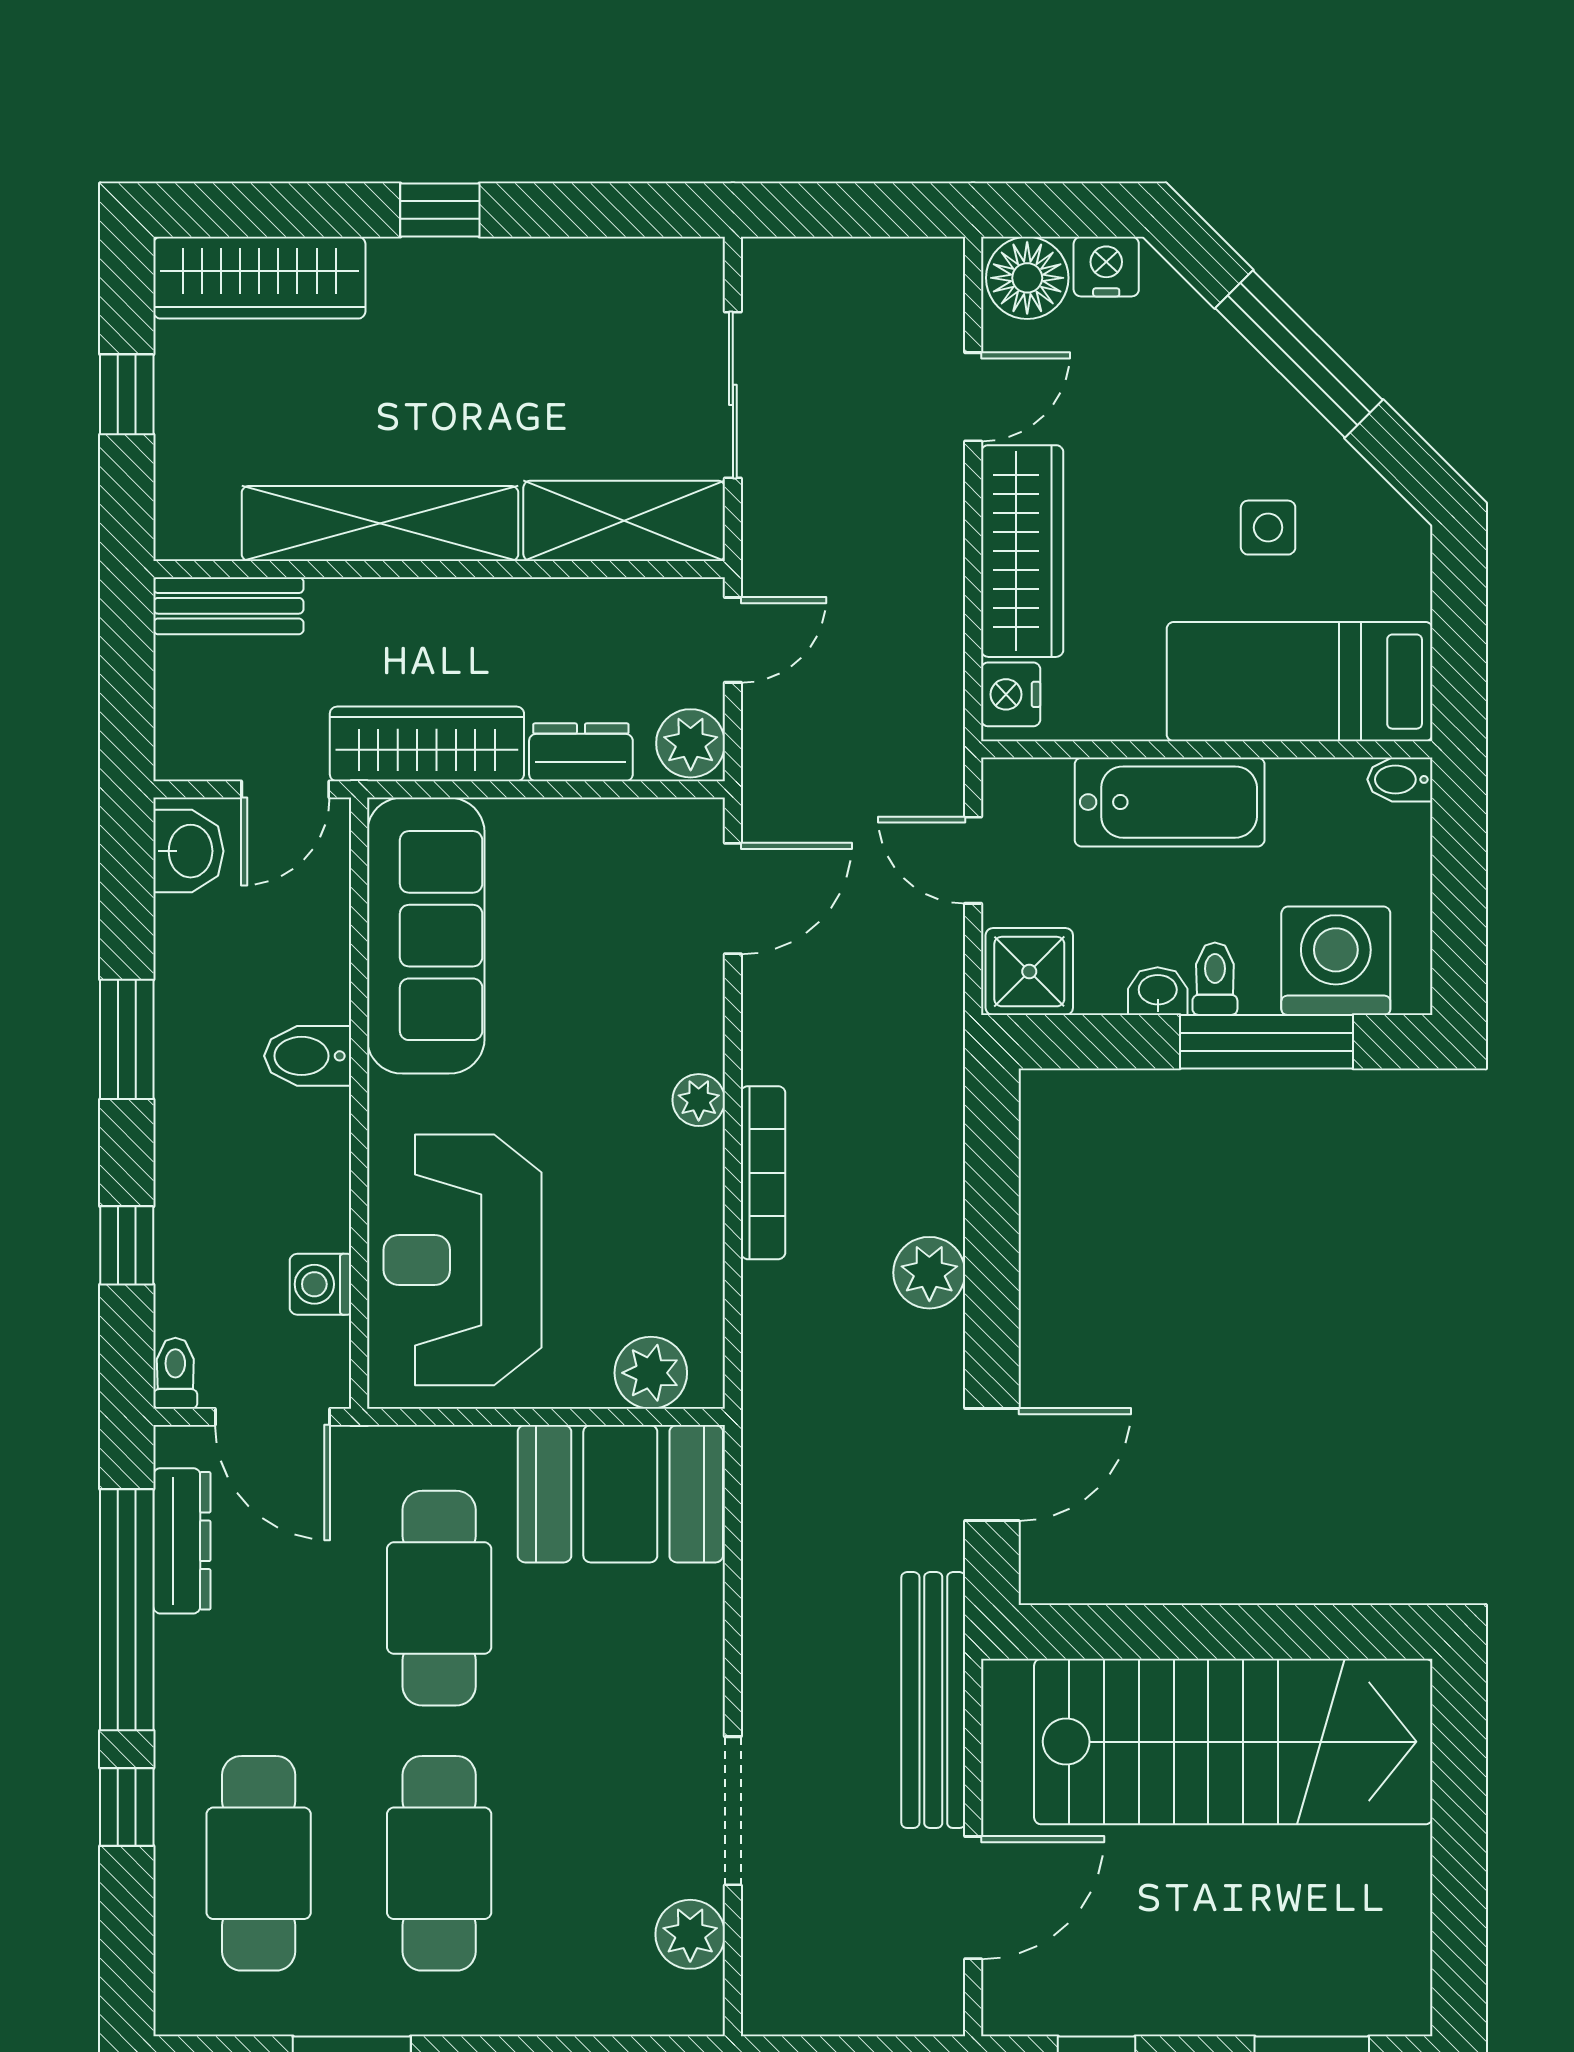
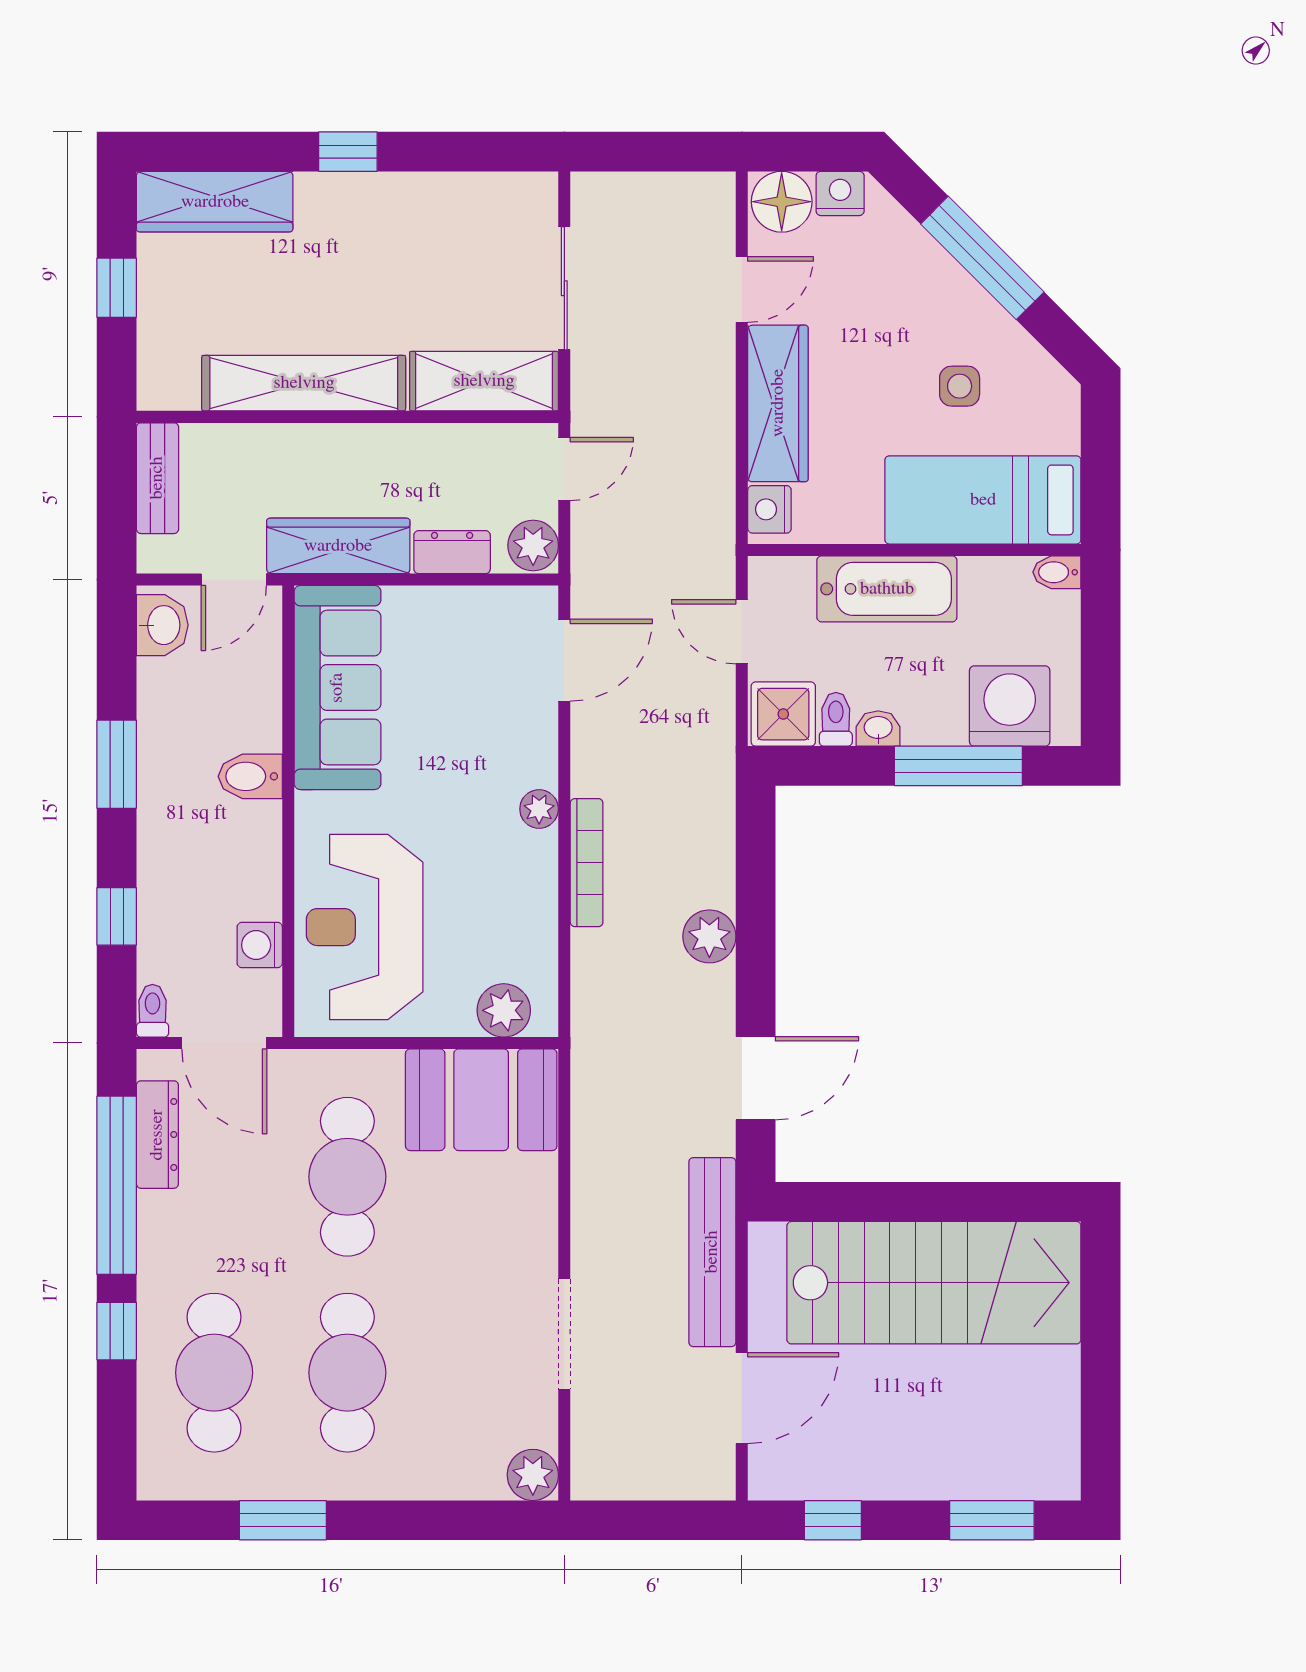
bench: (228, 606) -> (157, 478), moved, turned 90
toilet: (1215, 979) -> (836, 719), moved
plant: (690, 1934) -> (533, 1475), moved

